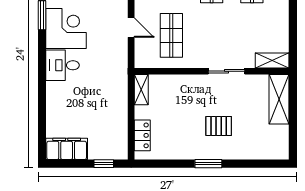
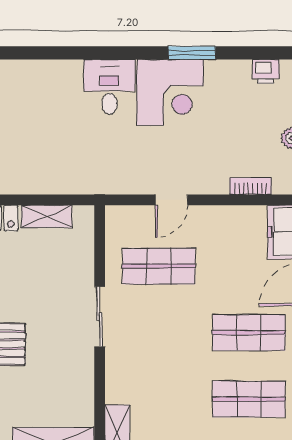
sliding door: (226, 71) -> (100, 317), moved
shelving: (141, 90) -> (47, 216), moved

